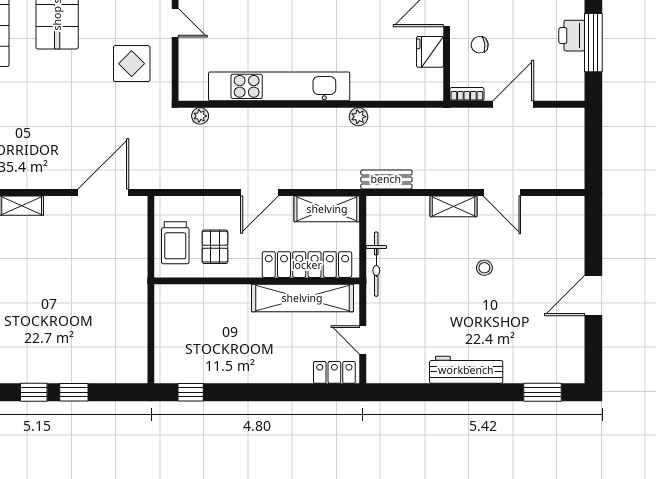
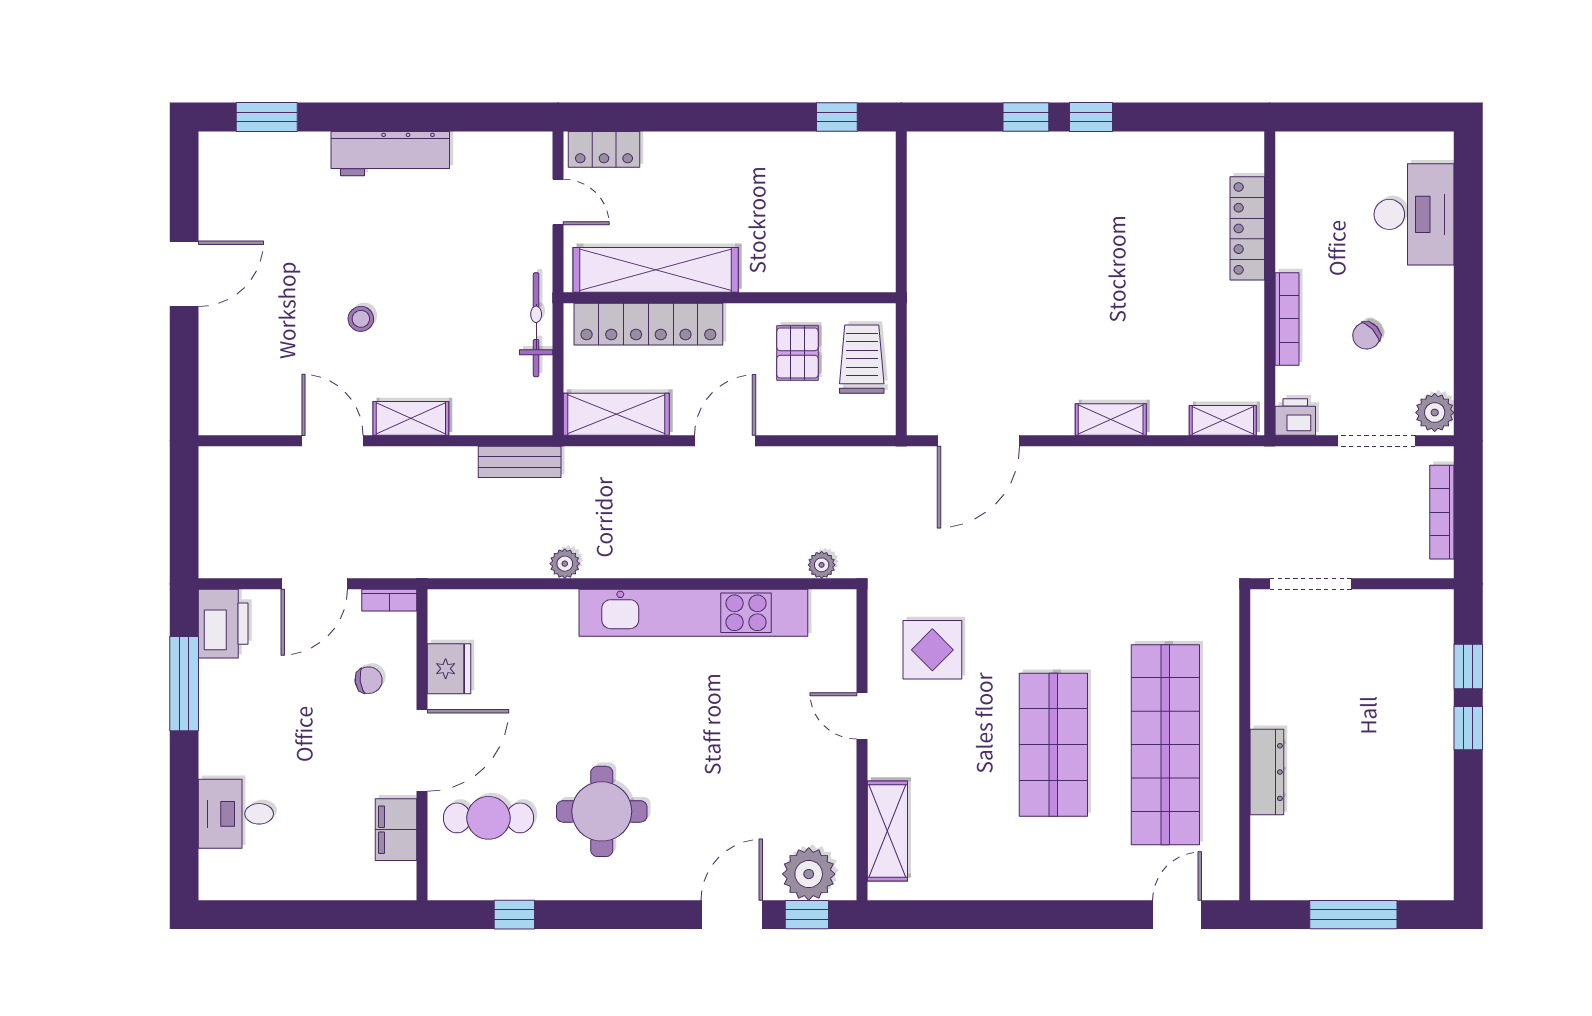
printer: (572, 36) -> (223, 624), moved, width x1.37, depth x1.19

